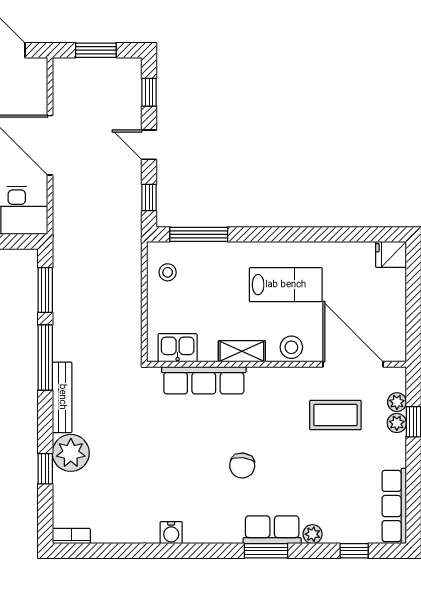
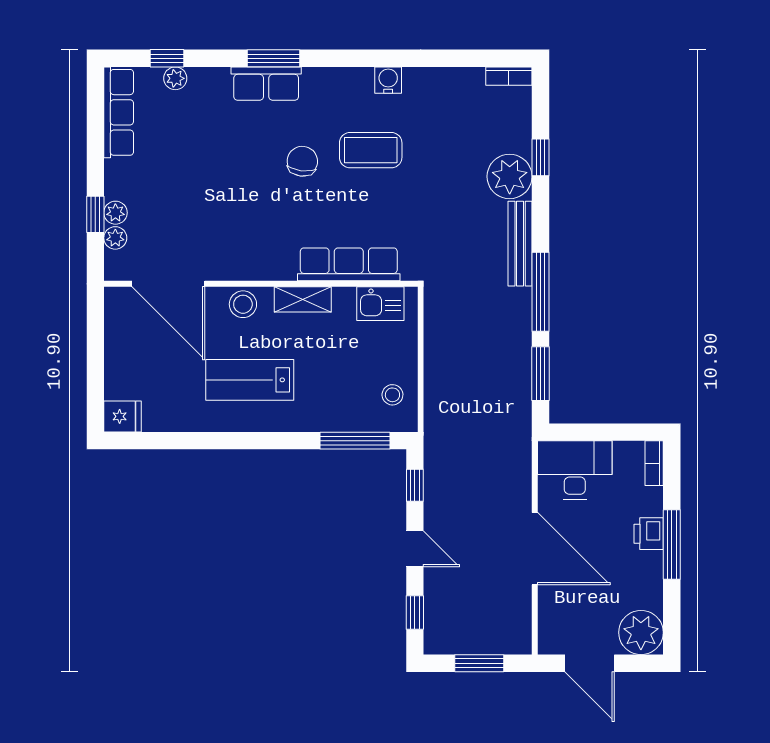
coffee table: (335, 415) -> (371, 150), moved
plant: (313, 534) -> (175, 78), moved

